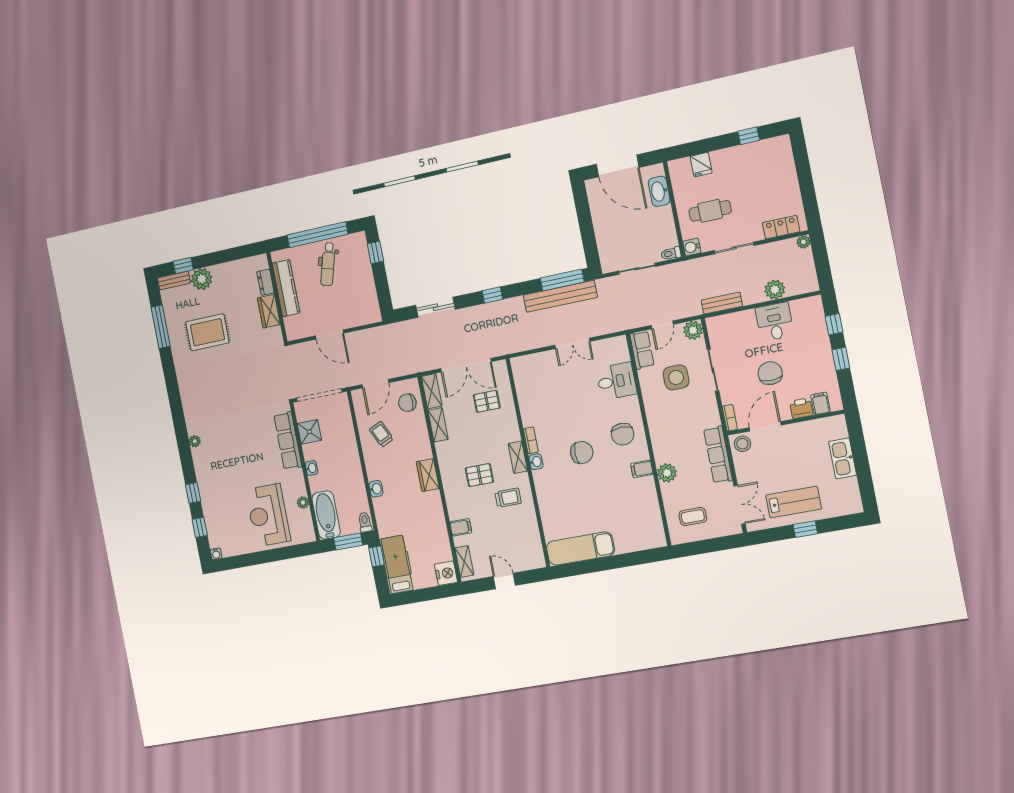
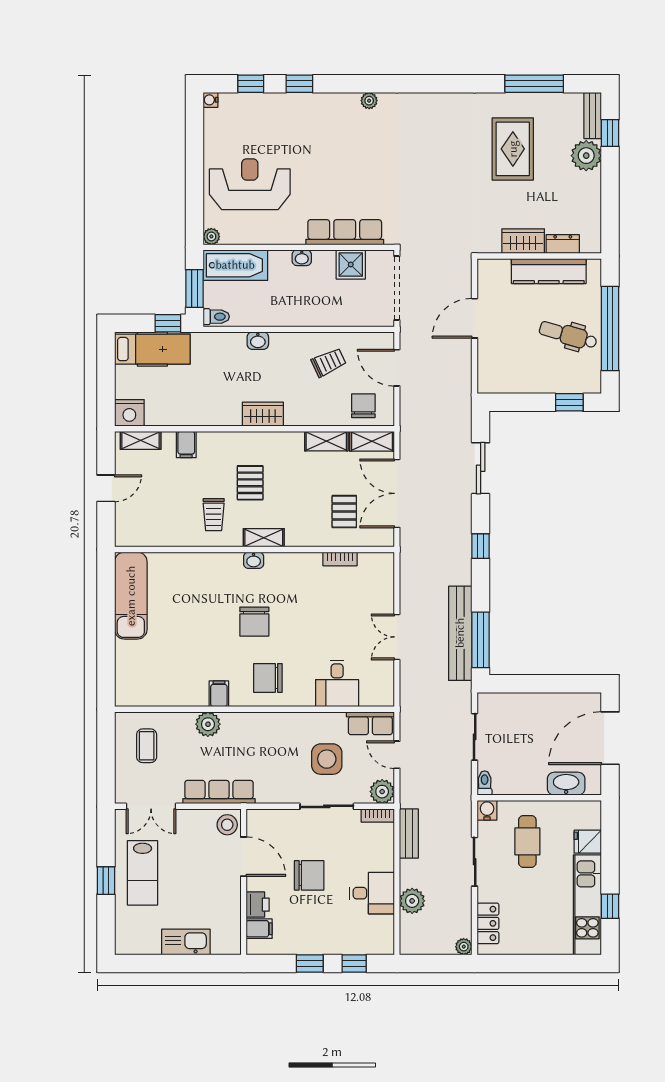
kitchen unit: (751, 154) -> (587, 905), added
bookcase: (730, 418) -> (378, 816), moved
bookcase: (531, 440) -> (340, 559), moved
plant: (303, 502) -> (211, 236), moved

